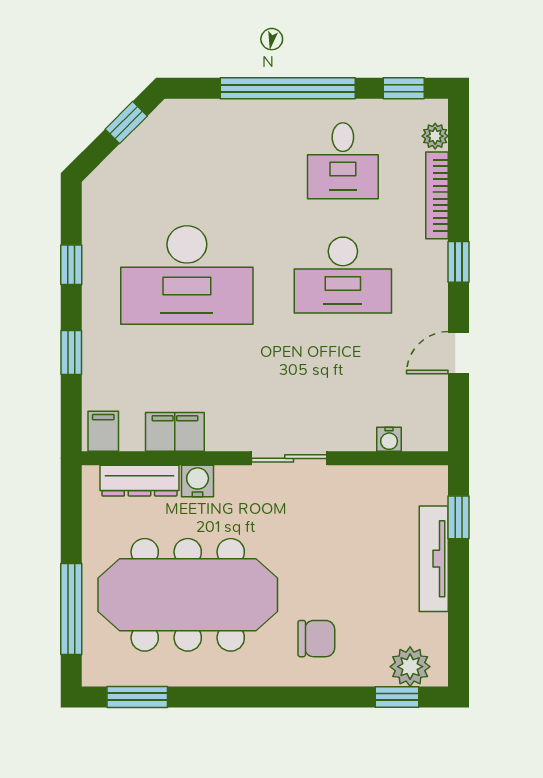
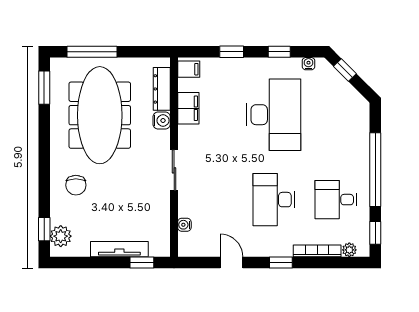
window: (126, 123) -> (345, 70), moved
water cooler: (93, 211) -> (309, 64), added
desk: (187, 275) -> (274, 115), turned 180

